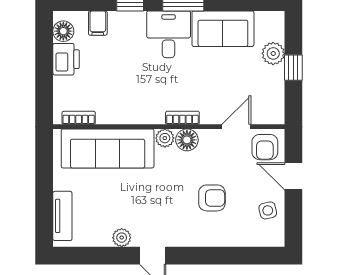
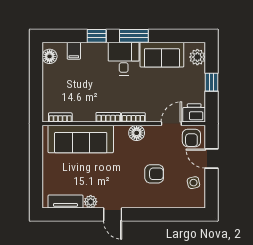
plant: (273, 53) -> (197, 57), moved
printer: (66, 59) -> (194, 113), moved, turned -90
bookcase: (147, 118) -> (108, 117), added
plant: (165, 138) -> (121, 132), removed
tv unit: (62, 216) -> (65, 202), moved, turned -90

